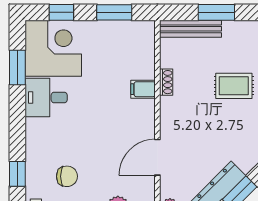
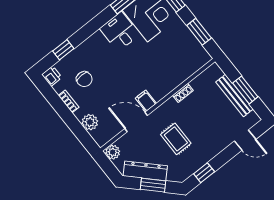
bench: (191, 29) -> (235, 96), moved
rug: (234, 86) -> (176, 139), moved
filing cabinet: (143, 89) -> (146, 101), moved

